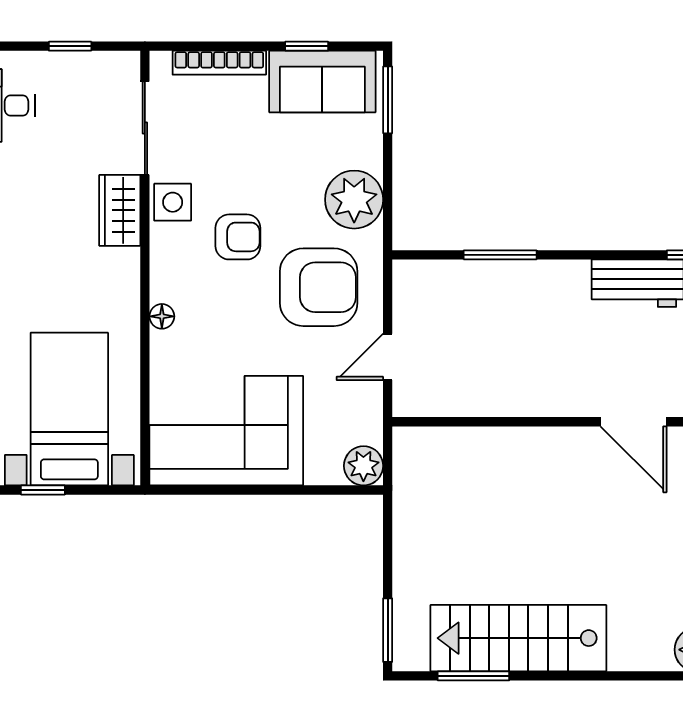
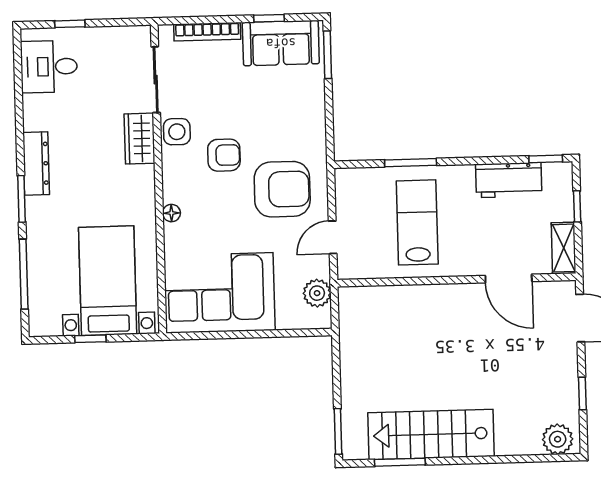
window: (70, 46) -> (70, 24), moved
plant: (354, 200) -> (306, 126), removed
lab bench: (507, 339) -> (417, 222), added
plant: (363, 466) -> (317, 293), moved

